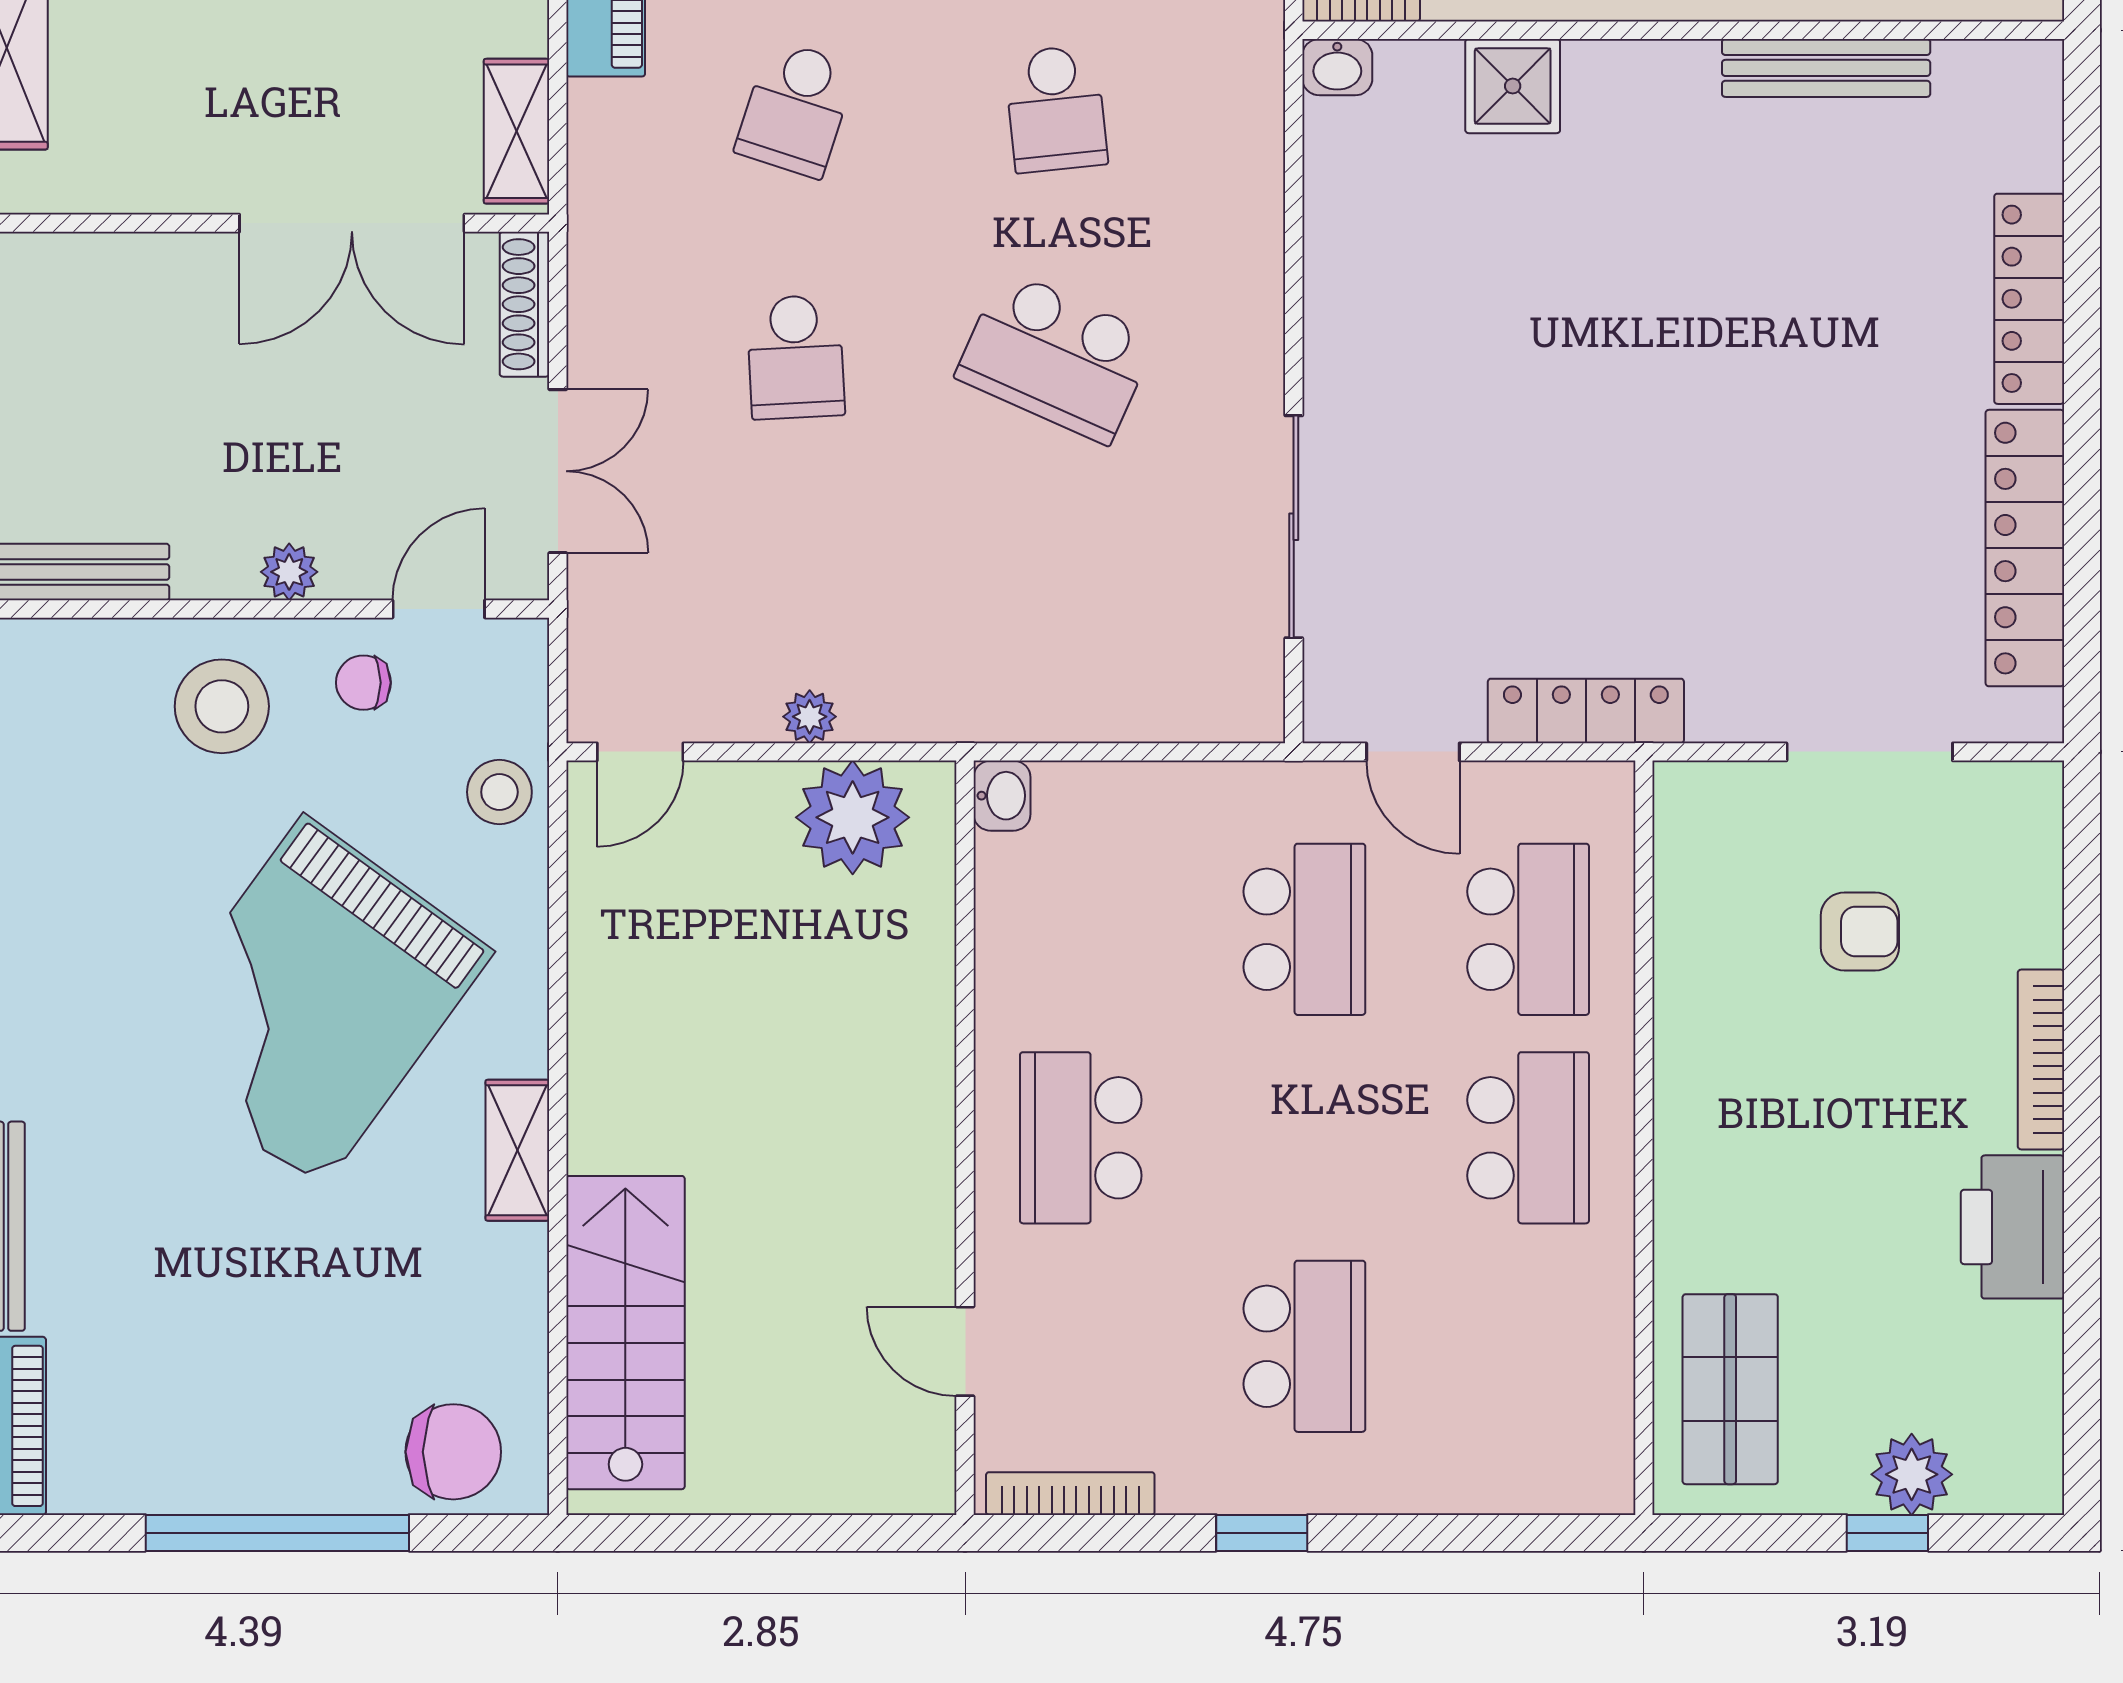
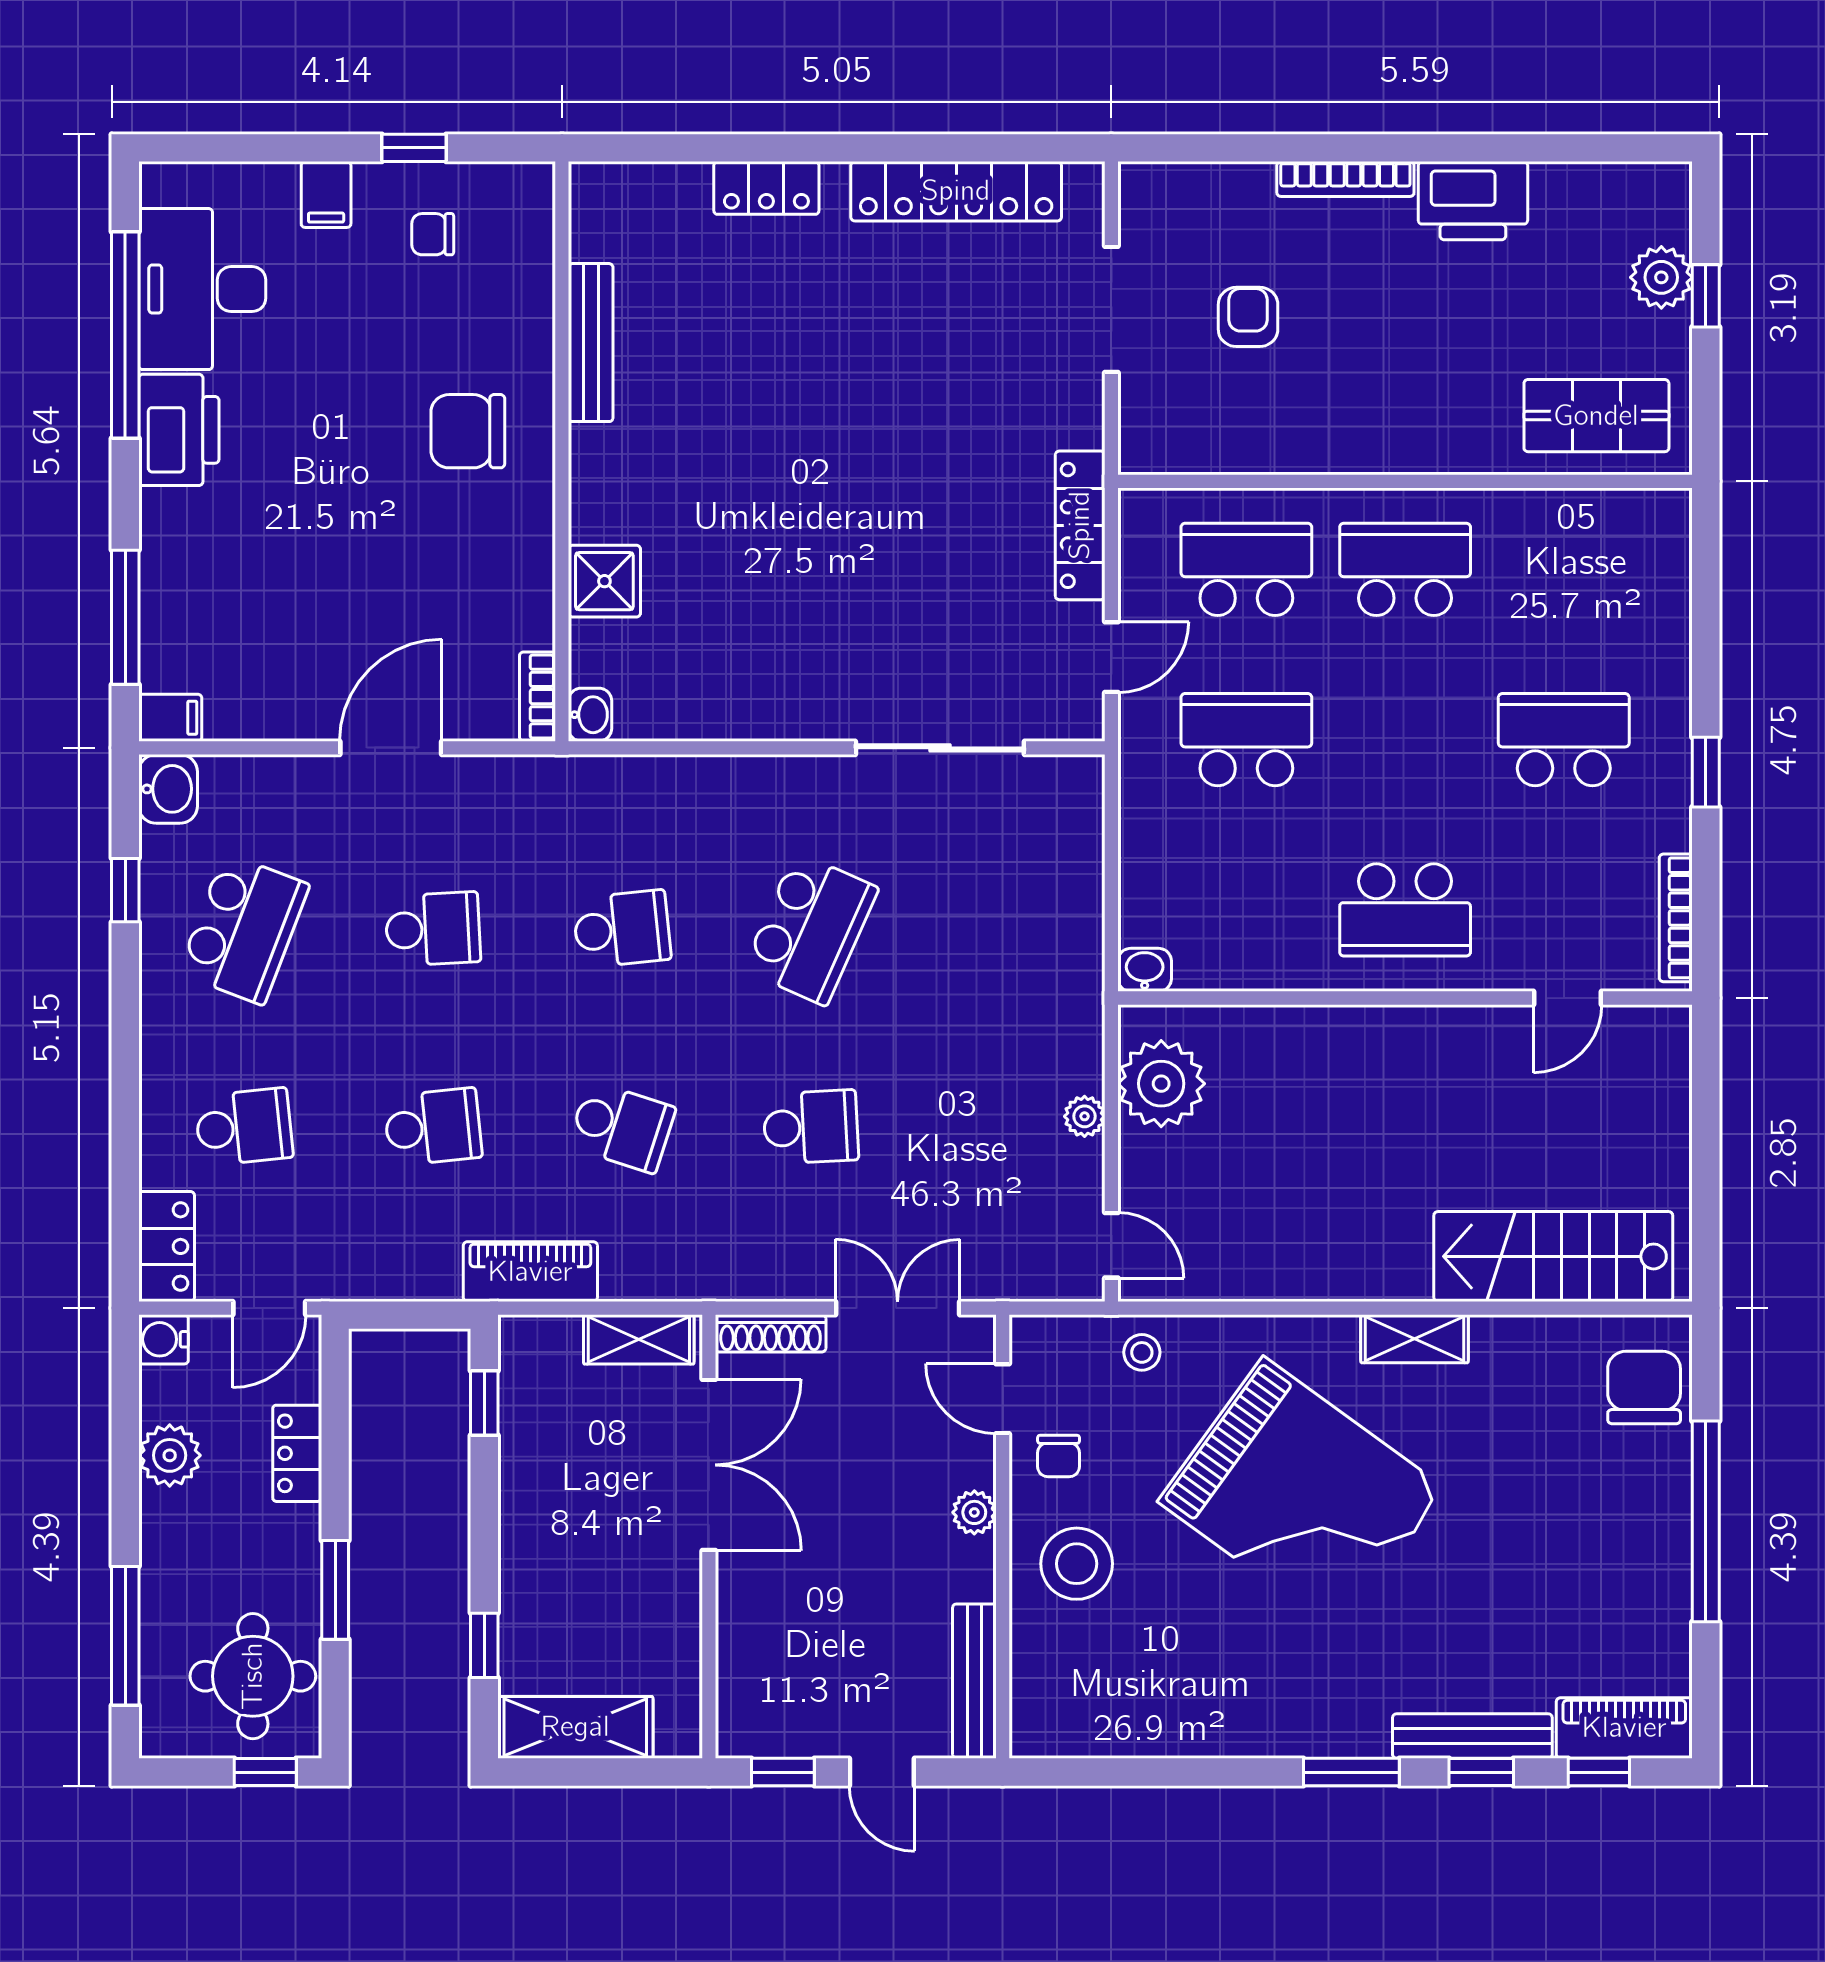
locker: (2029, 299) -> (766, 188), width x0.66
stool: (499, 792) -> (1142, 1352), width x0.73, depth x0.73

